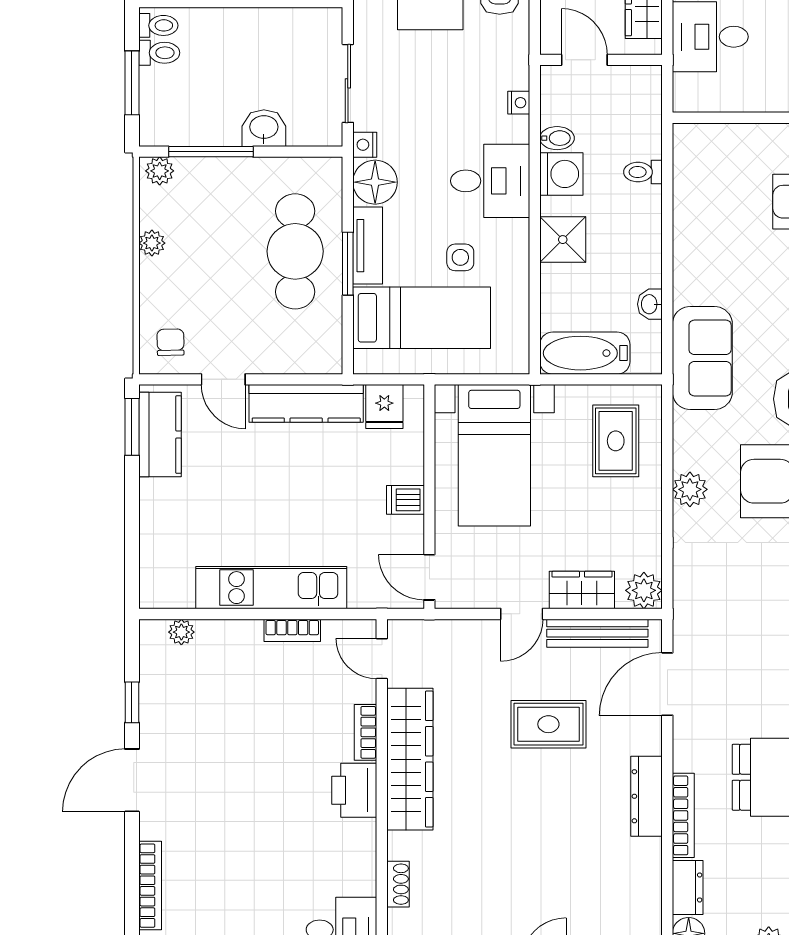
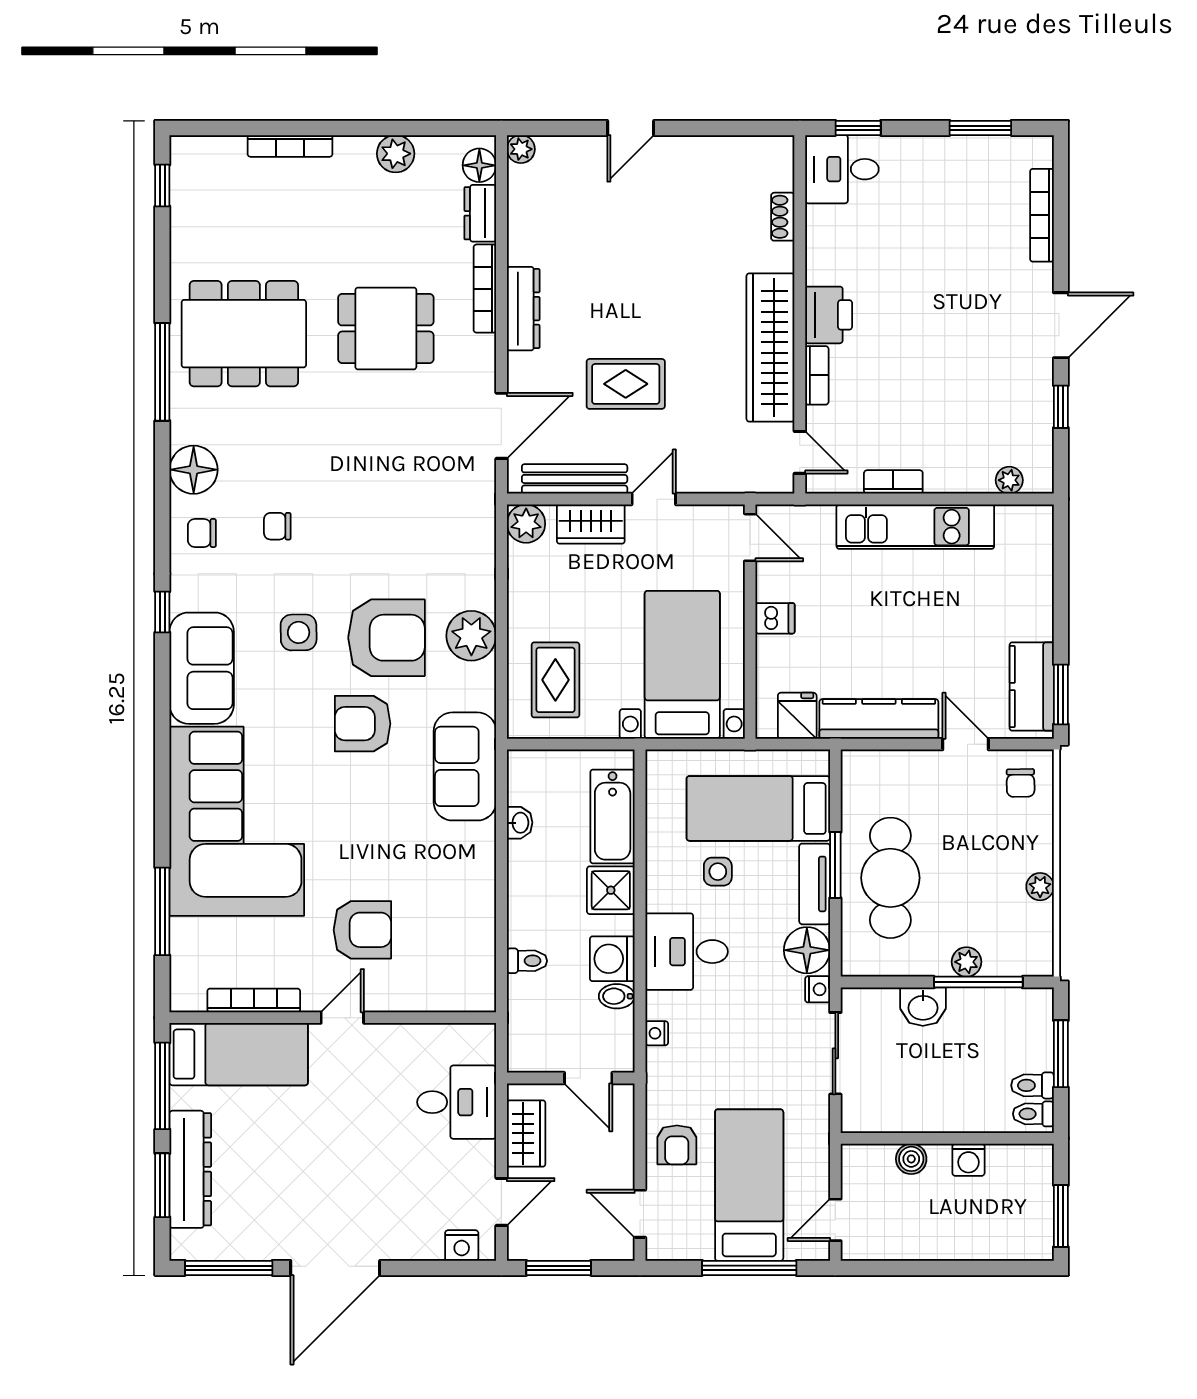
plant: (160, 171) -> (967, 962), moved
bathtub: (585, 353) -> (613, 817), moved, turned 90
plant: (690, 489) -> (471, 636), width x1.36, depth x1.36

